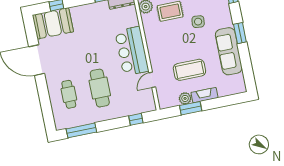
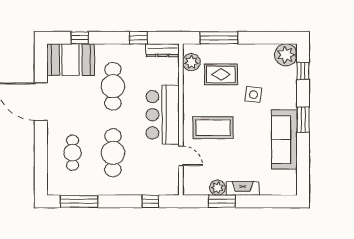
cafe table: (89, 37) -> (113, 86), added
coffee table: (189, 70) -> (213, 128), moved
door: (152, 80) -> (181, 156), swing flipped

